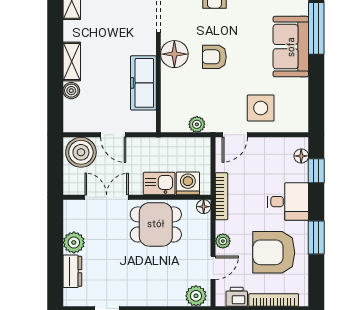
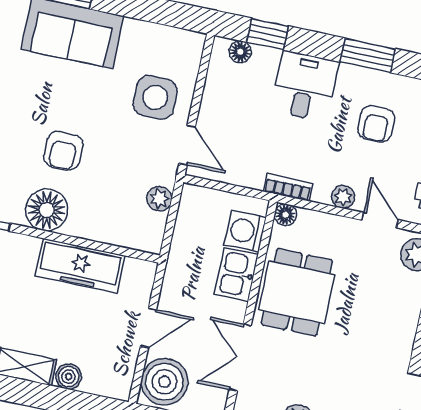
bookcase: (221, 196) -> (288, 187), width x0.64
armchair: (274, 252) -> (376, 124), width x0.53, depth x0.53

